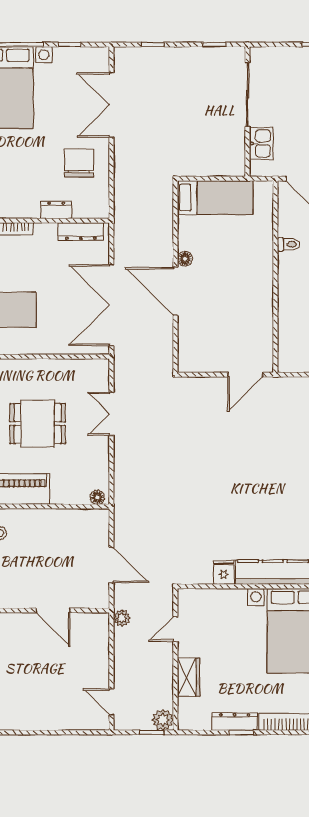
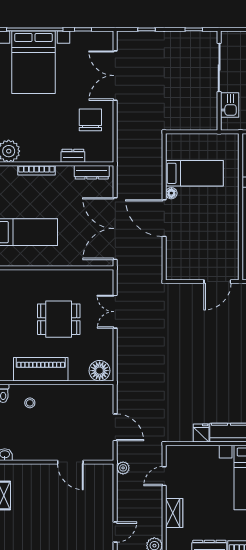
bed: (215, 197) -> (194, 173), moved
floor lamp: (97, 497) -> (100, 371), width x1.89, depth x1.89
door: (111, 702) -> (115, 532), swing flipped

